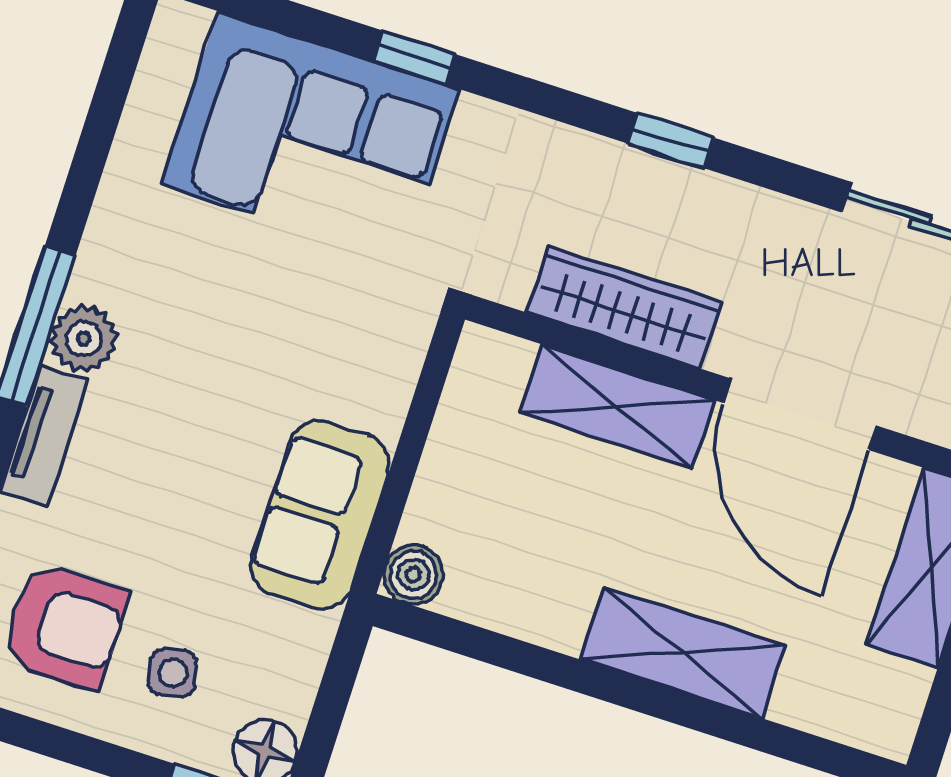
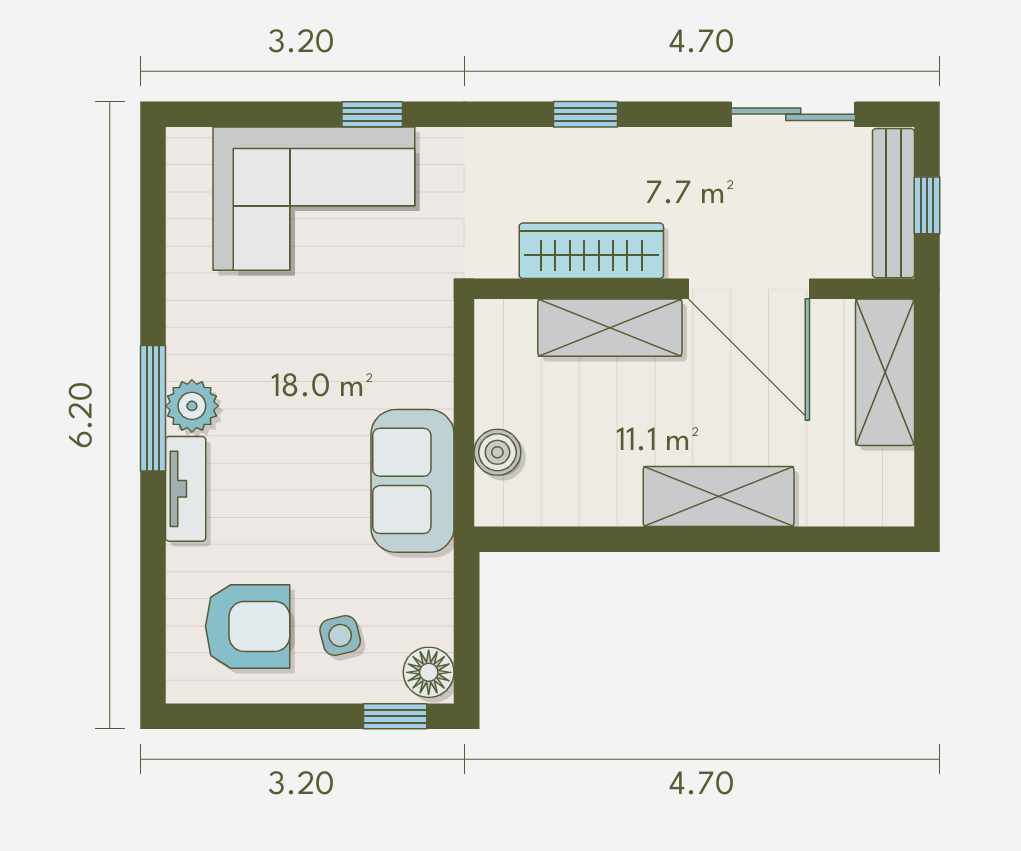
boiler: (413, 575) -> (497, 452), moved

